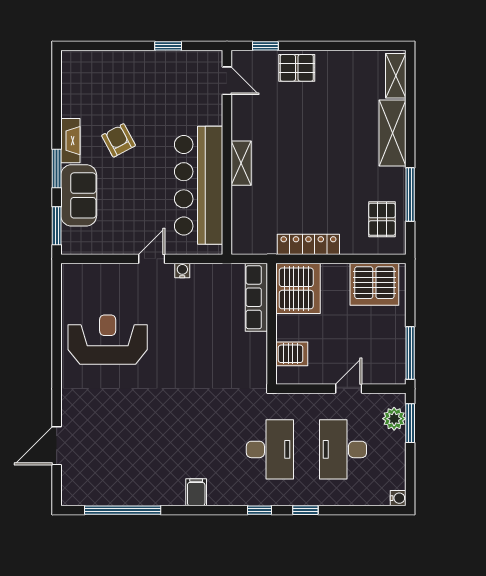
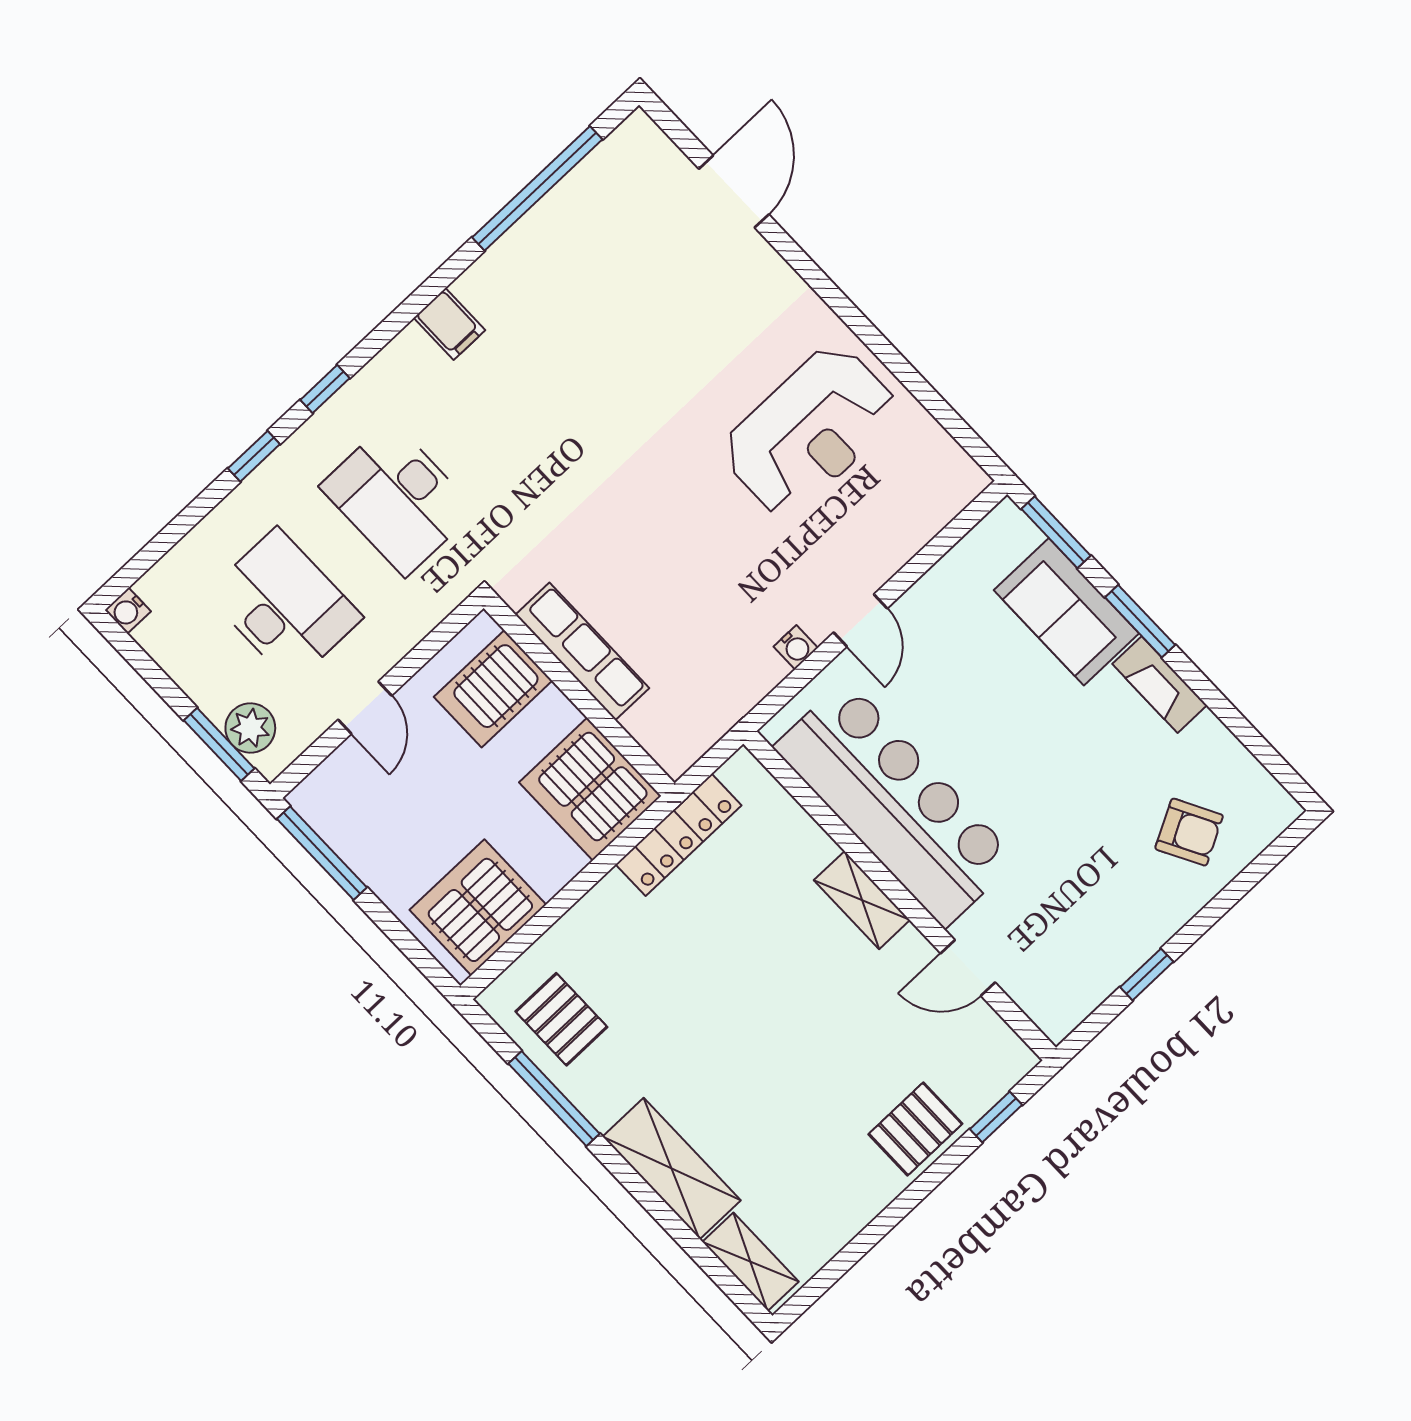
door: (227, 81) -> (968, 968), moved
armchair: (119, 140) -> (1189, 832), moved
locker: (308, 244) -> (679, 835), moved
row of seats: (256, 297) -> (582, 651), moved
server rack: (292, 354) -> (493, 689), width x1.36, depth x1.44

